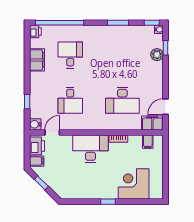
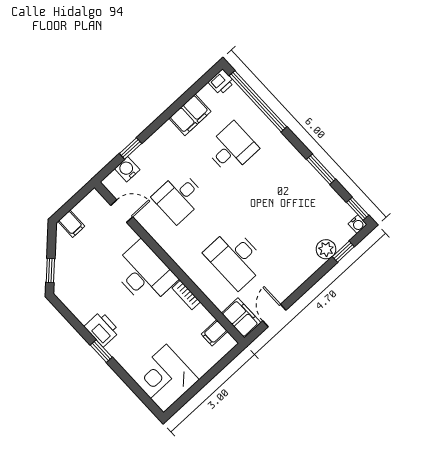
door: (165, 107) -> (274, 316), hinge flipped
water cooler: (35, 124) -> (127, 169), moved
printer: (37, 146) -> (102, 329), moved, turned -90
window: (41, 183) -> (50, 271), moved
corner desk: (134, 184) -> (165, 378), moved, turned -90

